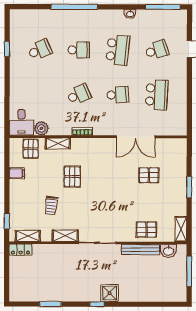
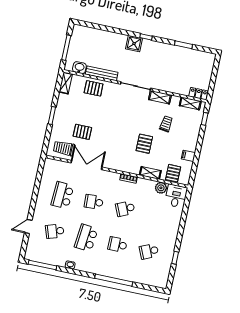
trolley: (167, 151) -> (64, 148), added

